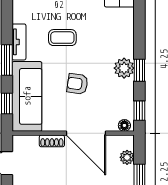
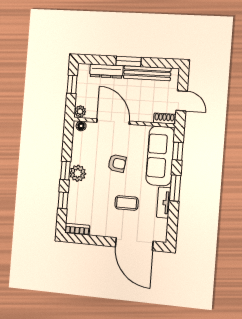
window: (139, 111) -> (63, 200), moved
shoe rack: (52, 141) -> (164, 119), moved
plant: (127, 157) -> (80, 111), moved

